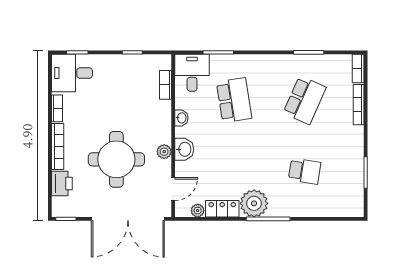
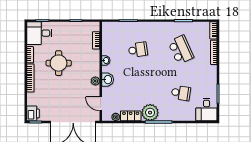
desk: (192, 73) -> (206, 110), moved, turned 180
school desk: (234, 100) -> (138, 50), width x0.54
school desk: (305, 100) -> (181, 50), turned -48
round table: (116, 159) -> (59, 63), moved, width x0.73, depth x0.73
printer: (62, 183) -> (33, 113), moved
door: (173, 189) -> (101, 104), swing flipped

